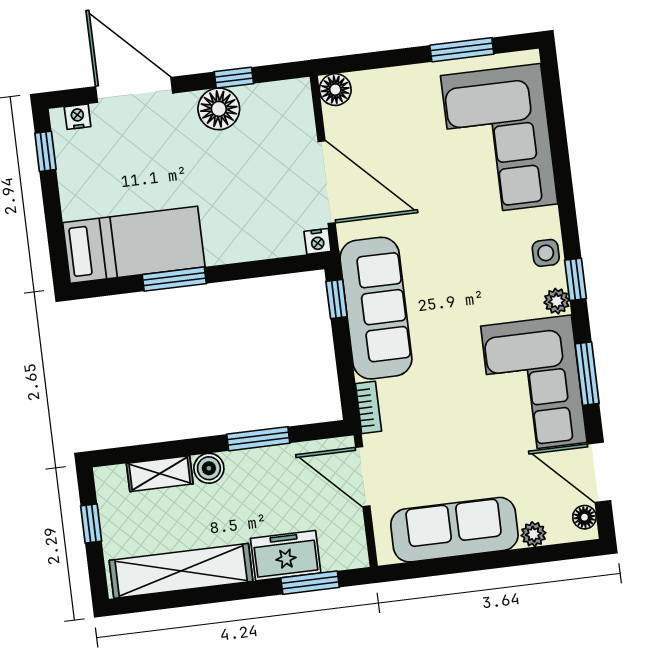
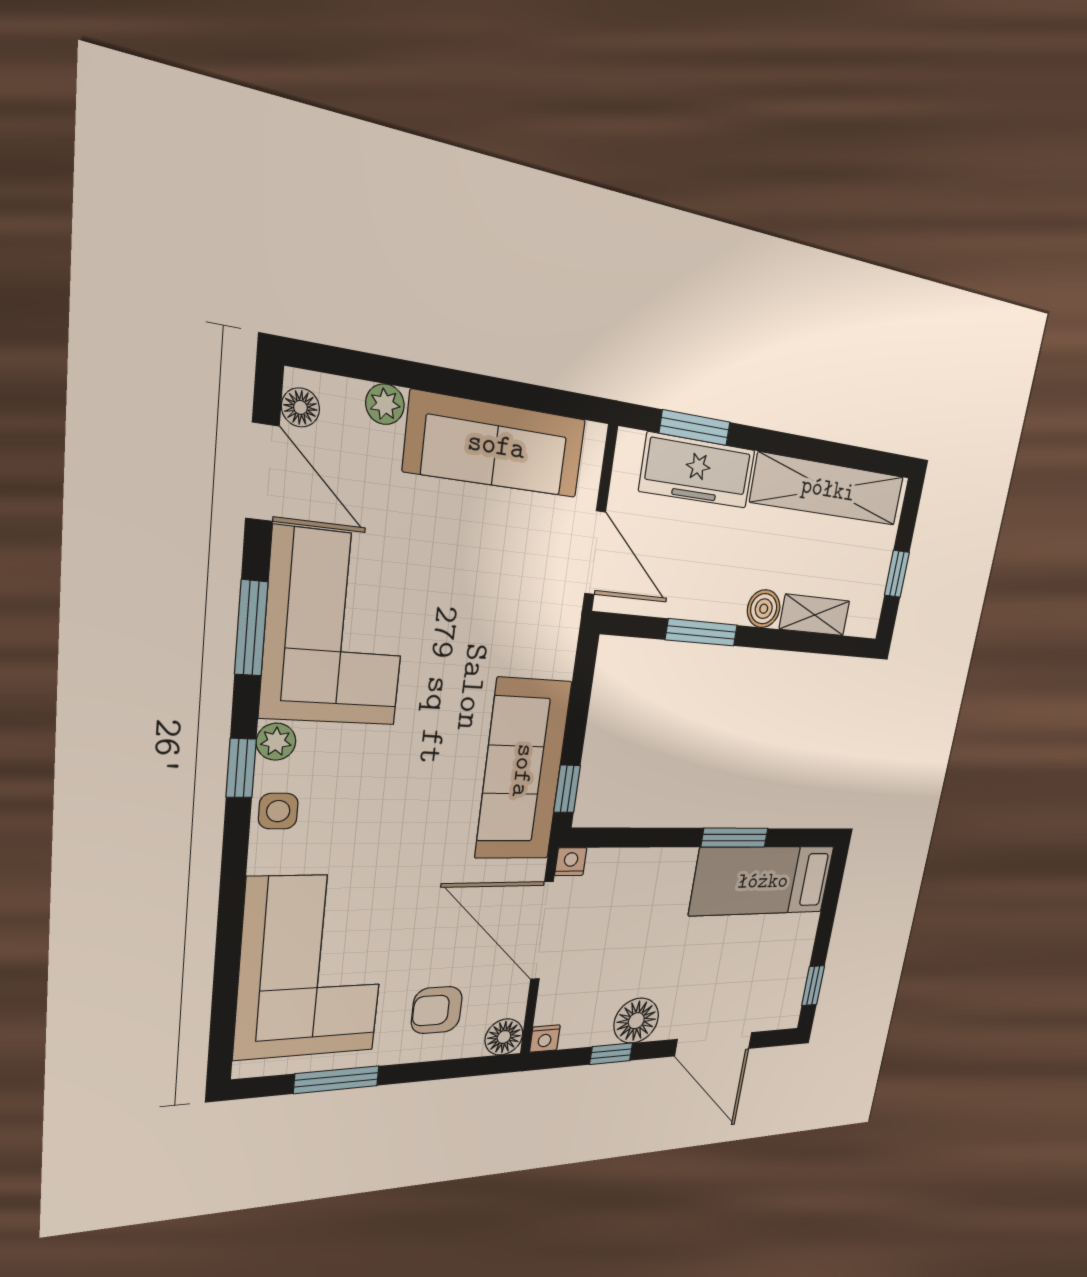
armchair: (397, 110) -> (437, 1010), added
nightstand: (78, 117) -> (545, 1038), moved
bookcase: (368, 407) -> (565, 644), removed
freezer: (286, 556) -> (697, 471), width x1.40

